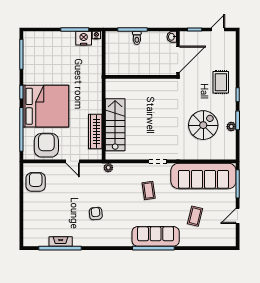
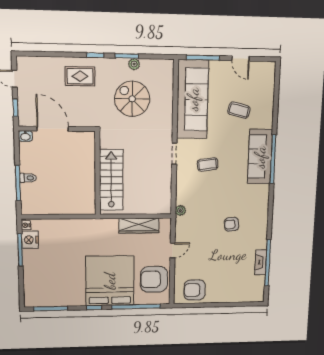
wall: (141, 77) -> (98, 173), moved
stairs: (115, 125) -> (111, 180), moved, turned 90

